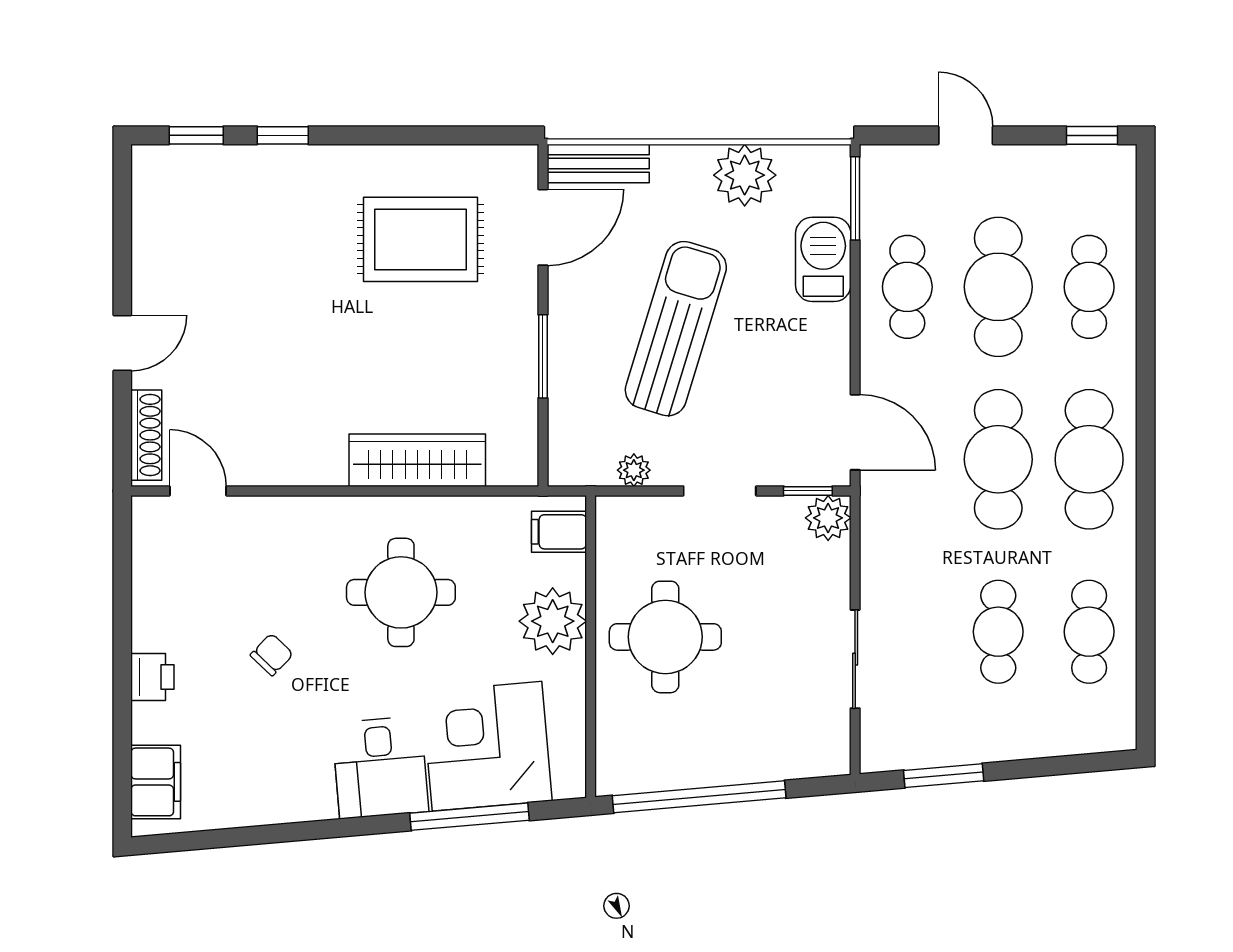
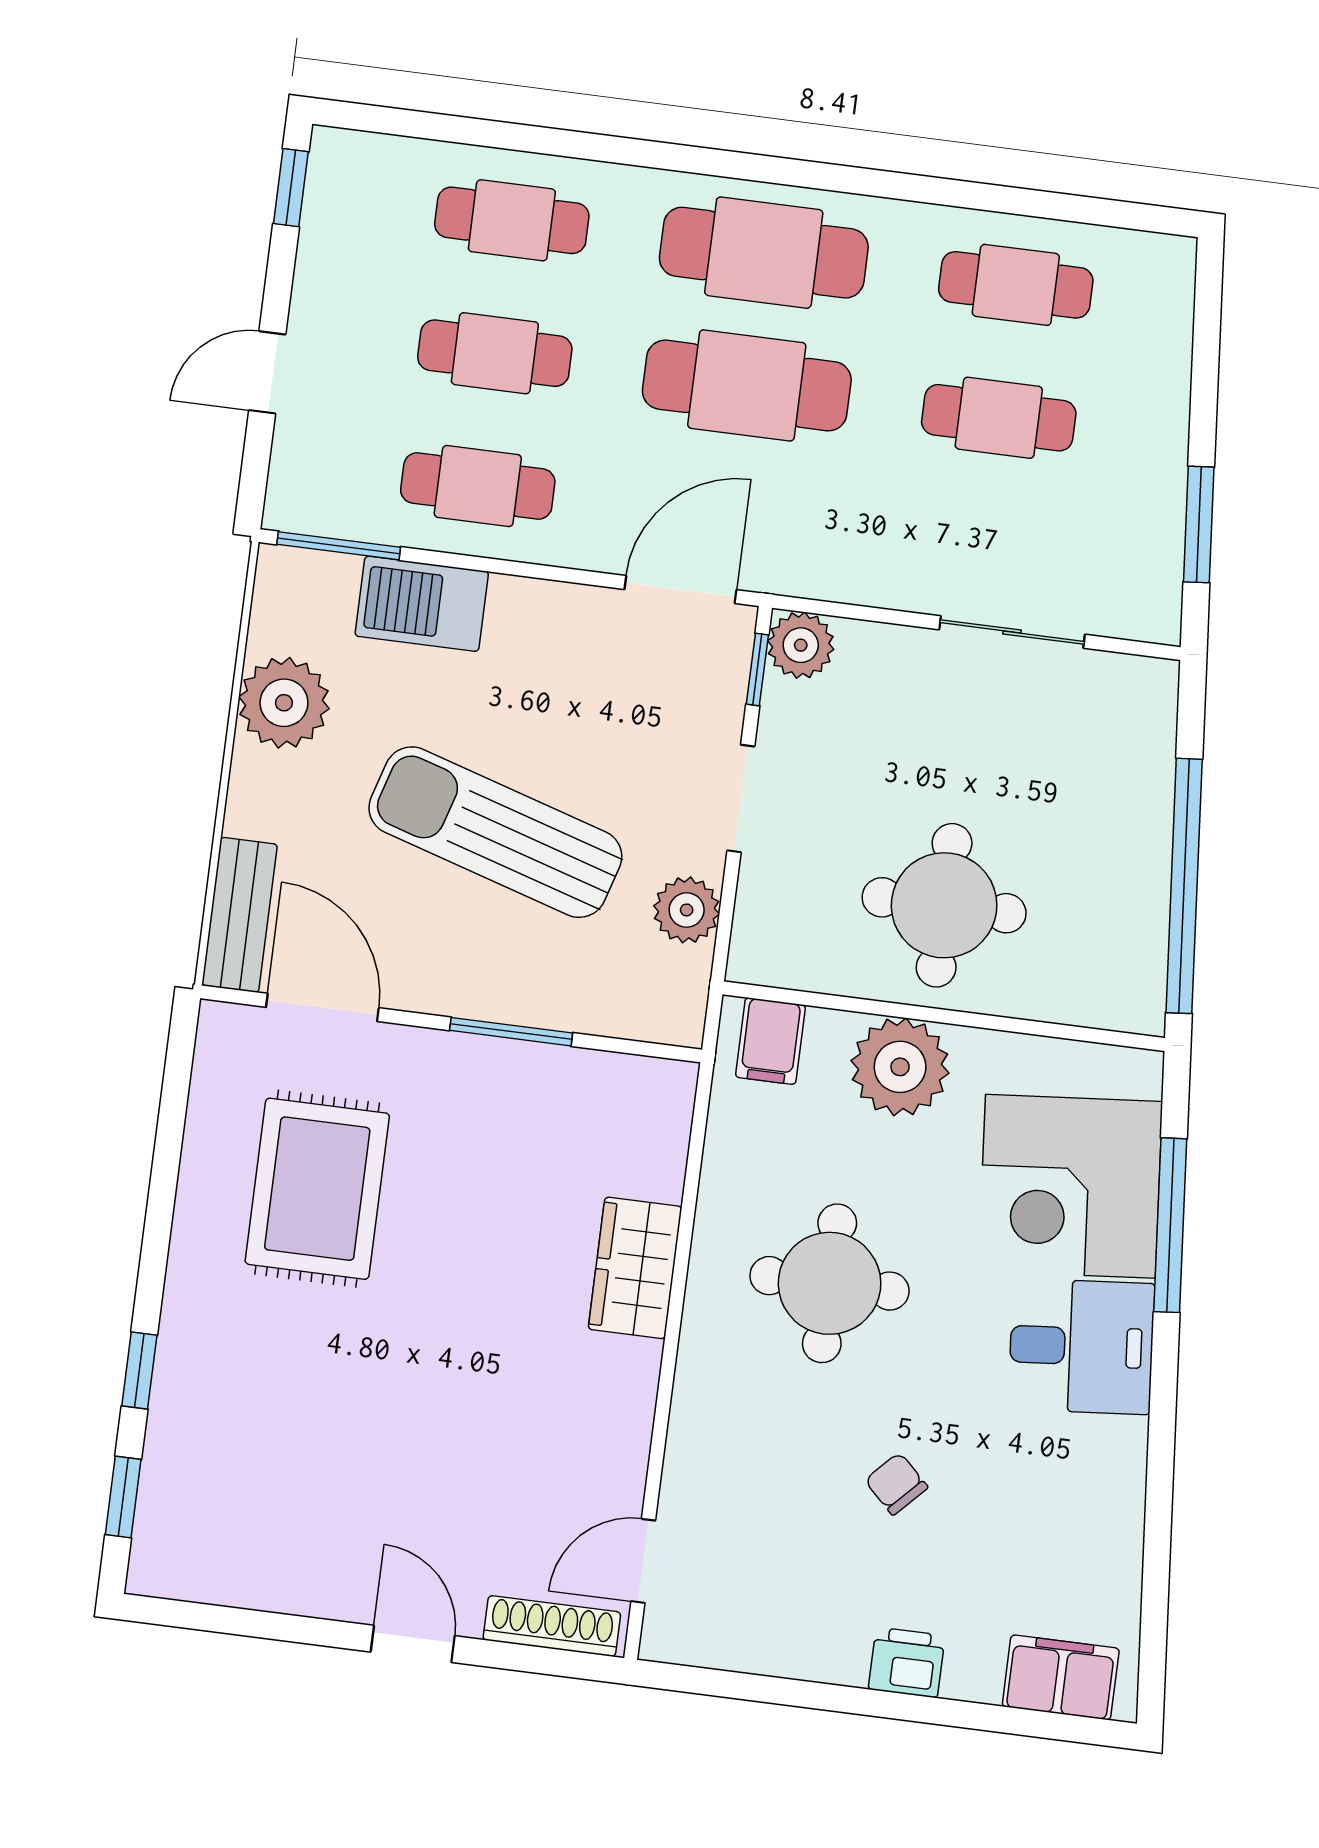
cafe table: (998, 287) -> (495, 353), width x0.73, depth x0.74
wardrobe: (417, 460) -> (635, 1268), width x0.67
plant: (634, 470) -> (687, 910), width x1.38, depth x1.38

